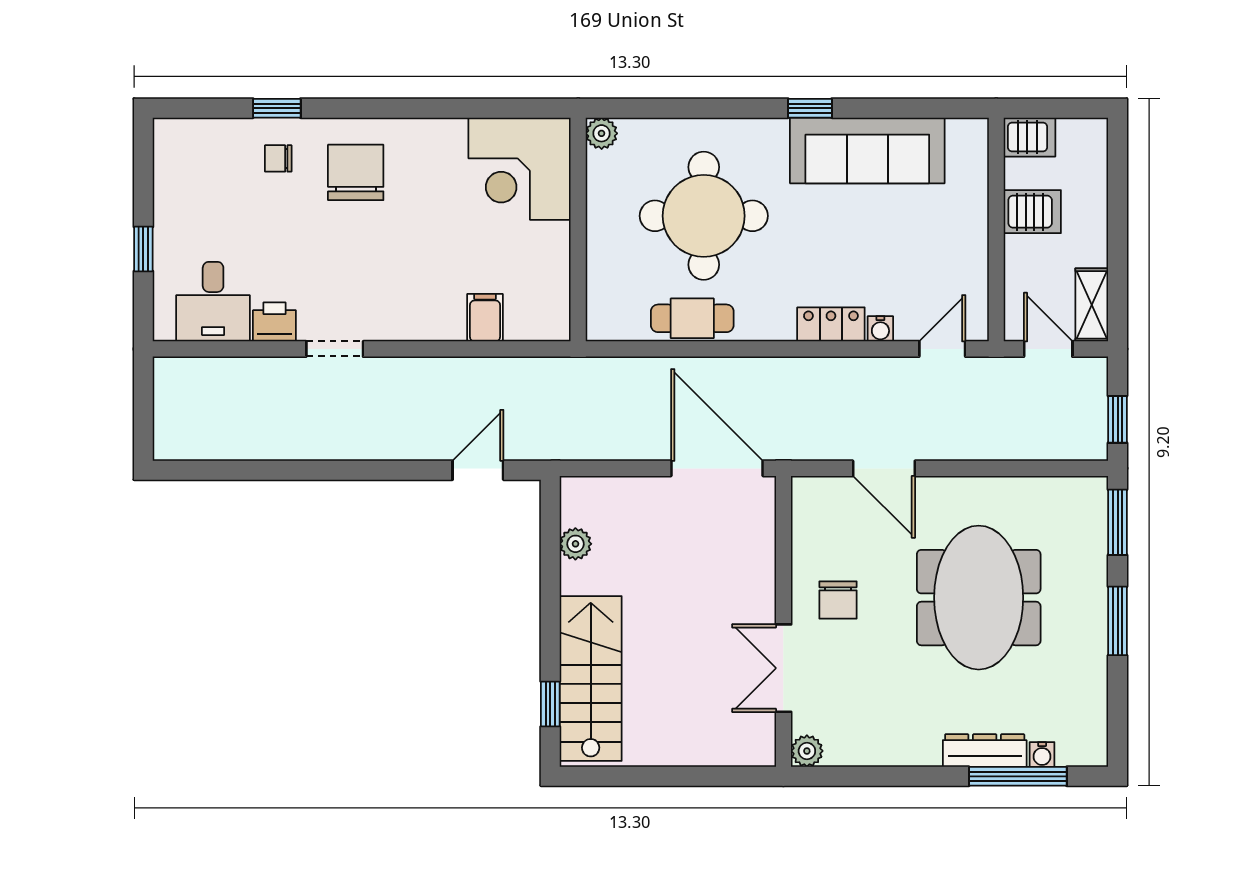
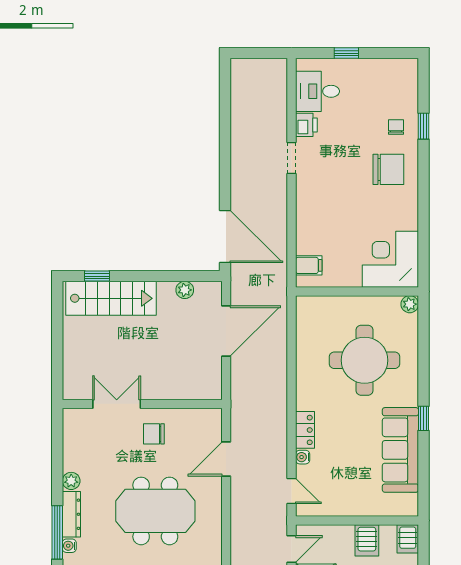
filing cabinet: (485, 318) -> (309, 265), moved
cafe table: (692, 318) -> (308, 354), removed
door: (717, 468) -> (226, 331), moved
door: (478, 470) -> (225, 236), width x1.88
plant: (807, 751) -> (71, 481), moved

